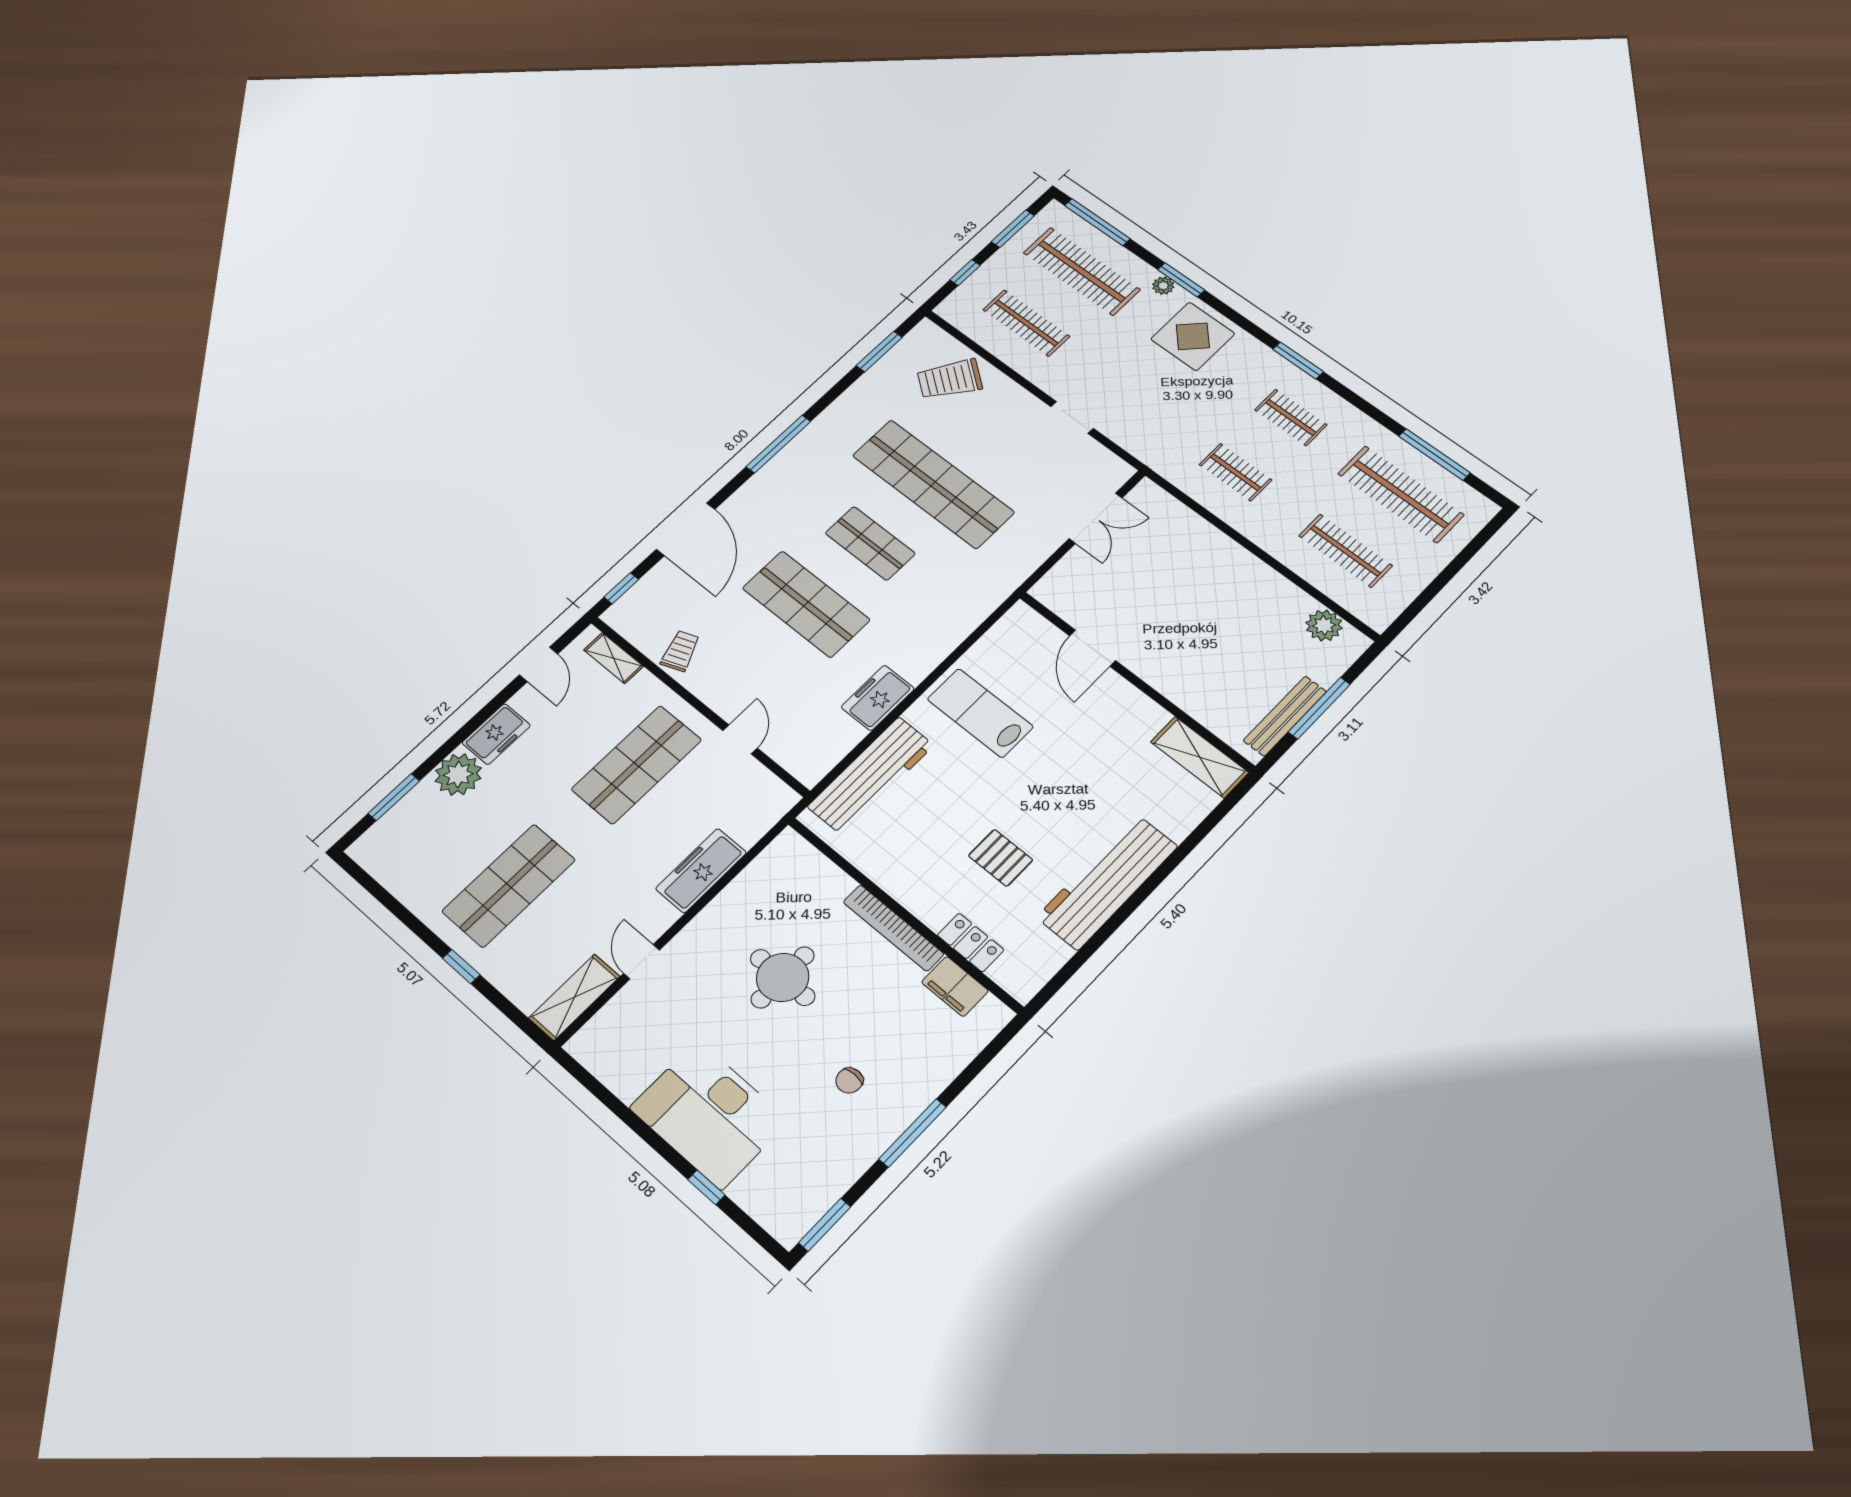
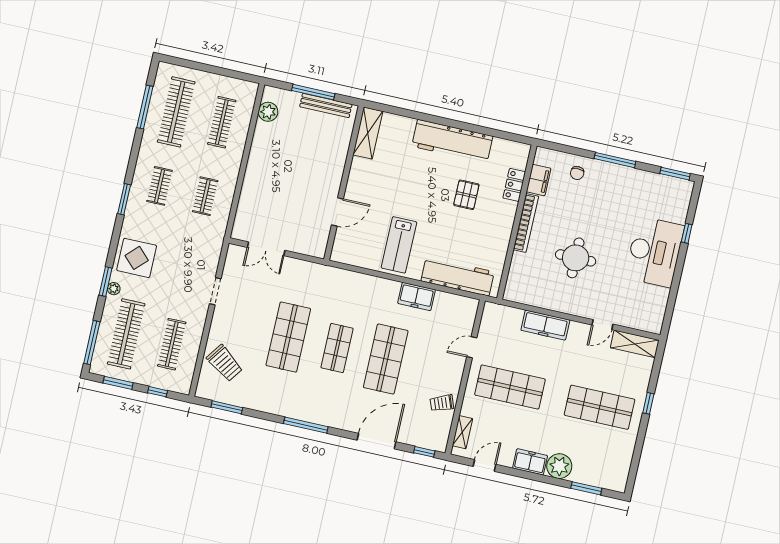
shop shelf: (933, 484) -> (288, 337), width x0.71
double door: (1096, 518) -> (266, 249), swing flipped
chair: (849, 1081) -> (577, 173), moved, turned 90

